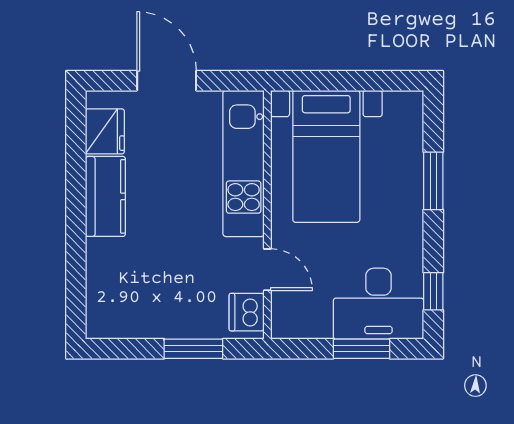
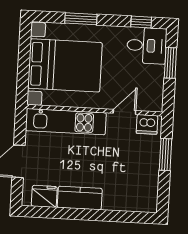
bed with nightstands: (326, 156) -> (65, 65), width x1.36
desk: (379, 304) -> (147, 46), width x0.73

